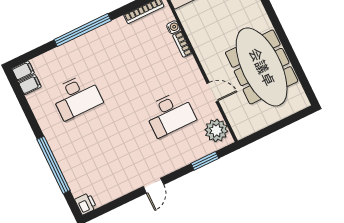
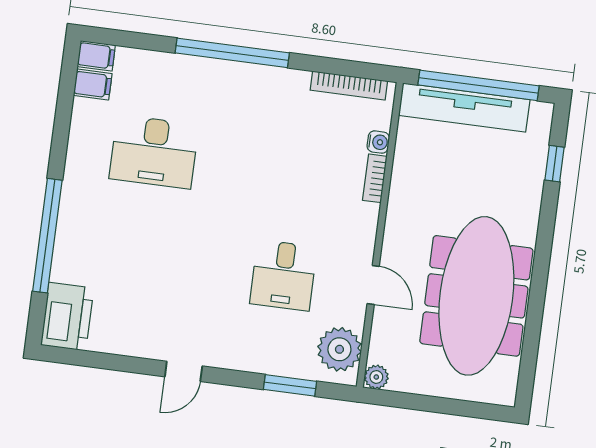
desk: (170, 114) -> (283, 275), width x0.73
plant: (241, 132) -> (376, 377), added
printer: (86, 204) -> (67, 317), width x1.87, depth x1.48

